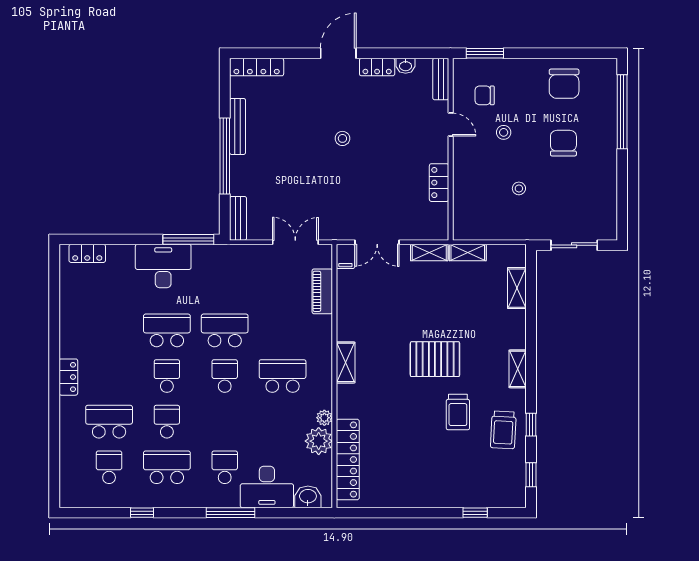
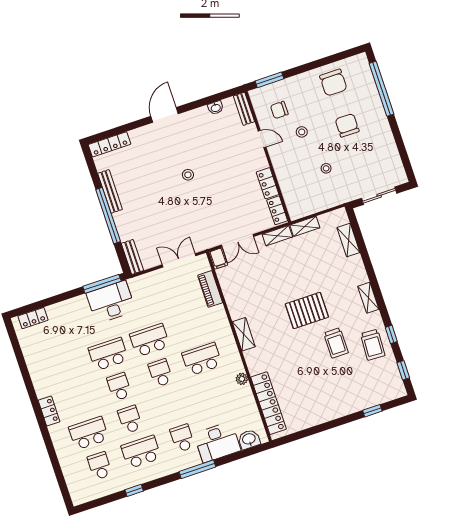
locker: (377, 67) -> (277, 210), moved, turned 90
desk: (163, 266) -> (111, 302), moved
plant: (319, 441) -> (243, 397), removed

